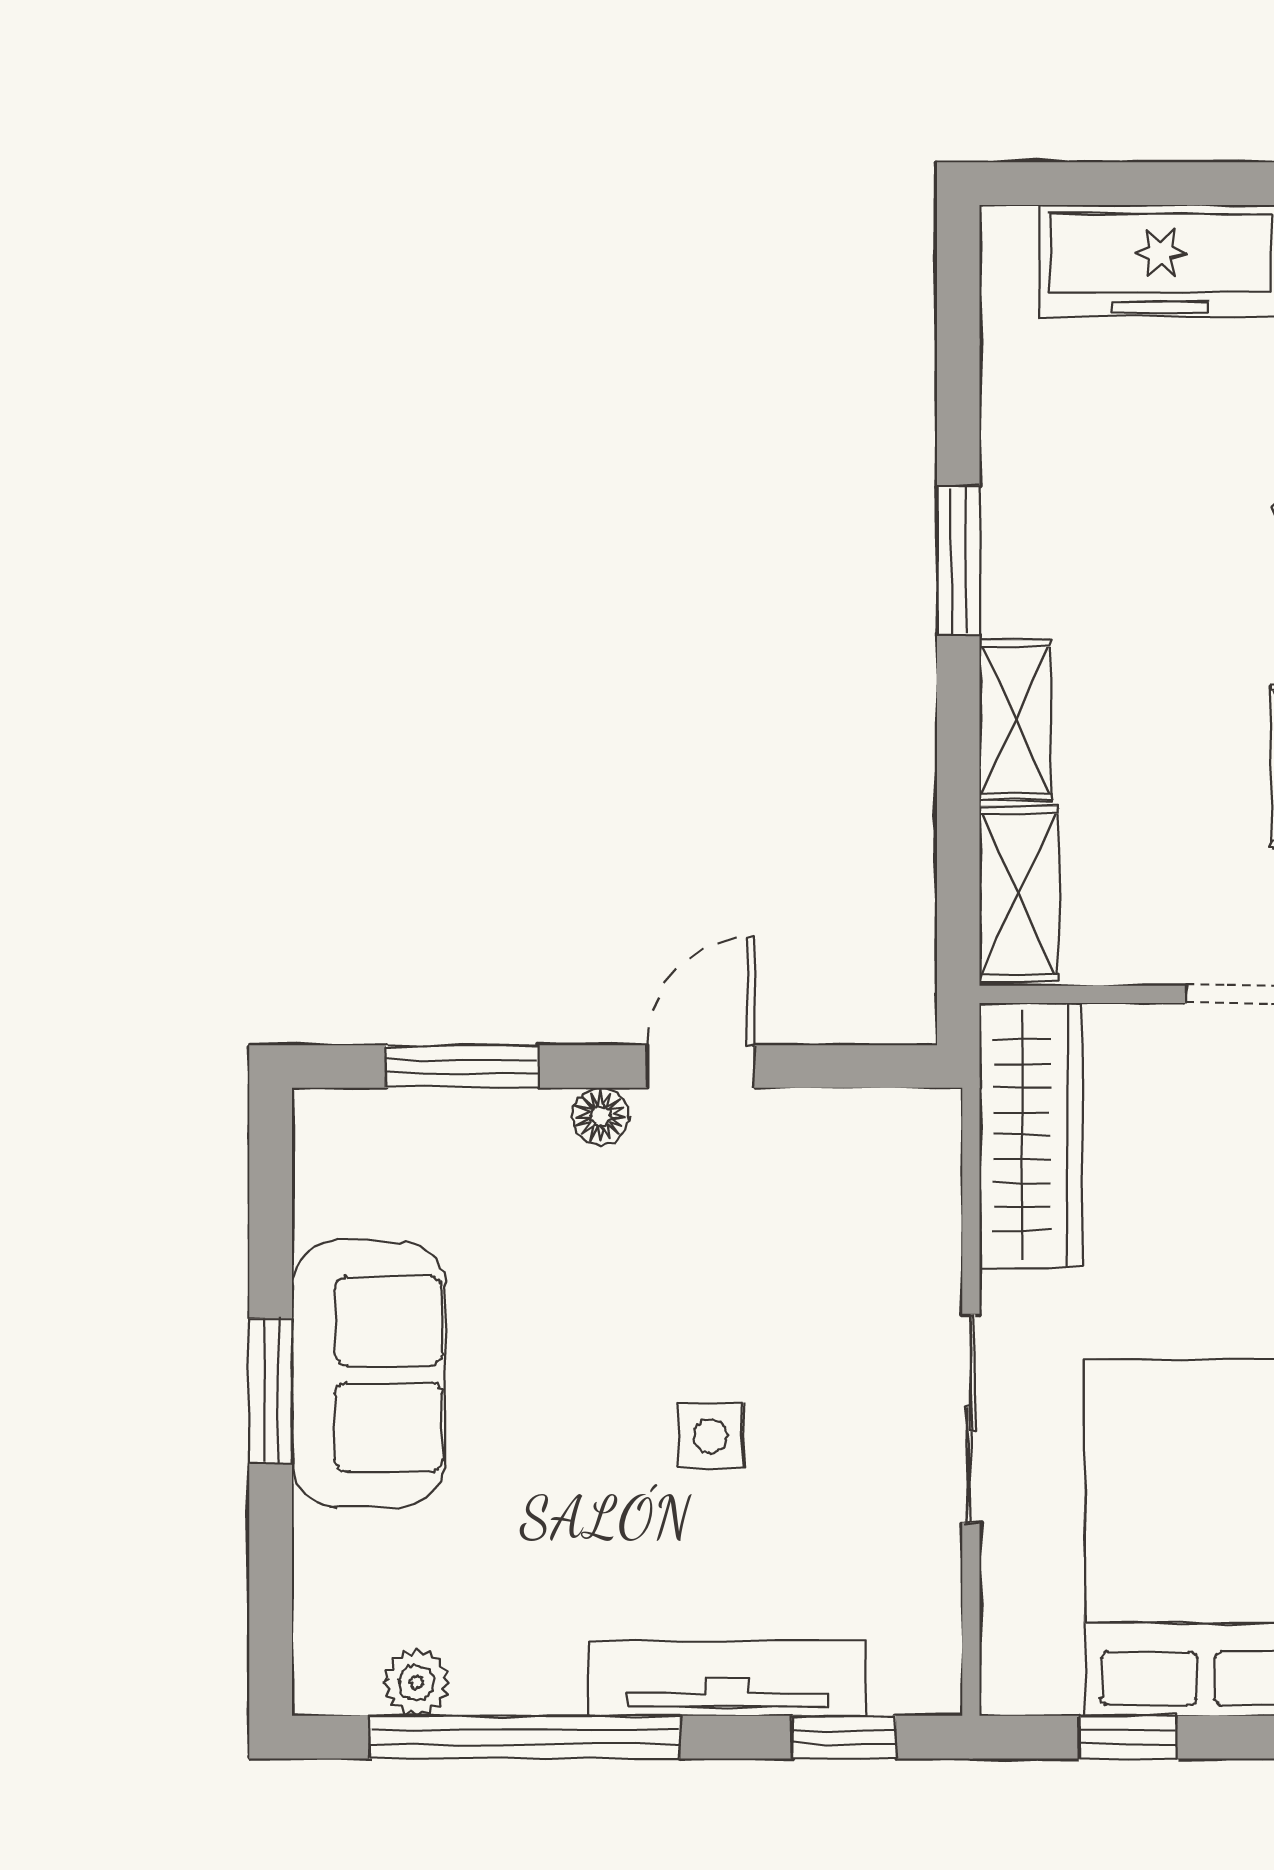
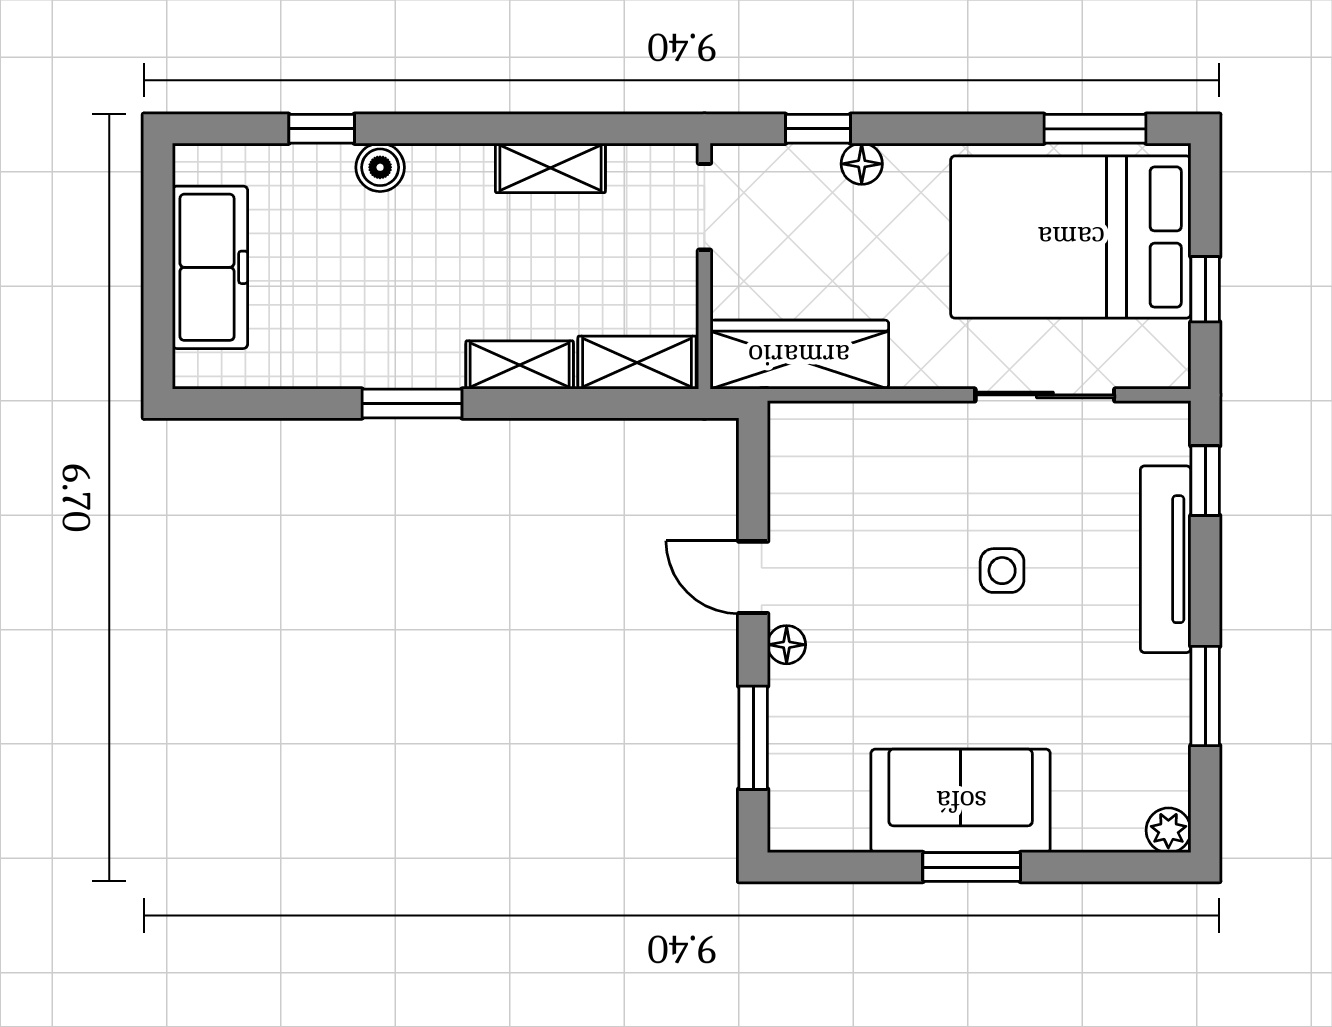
sliding door: (971, 1419) -> (1045, 395), moved
plant: (416, 1683) -> (1168, 830), moved
window: (524, 1737) -> (1205, 696), width x0.47

